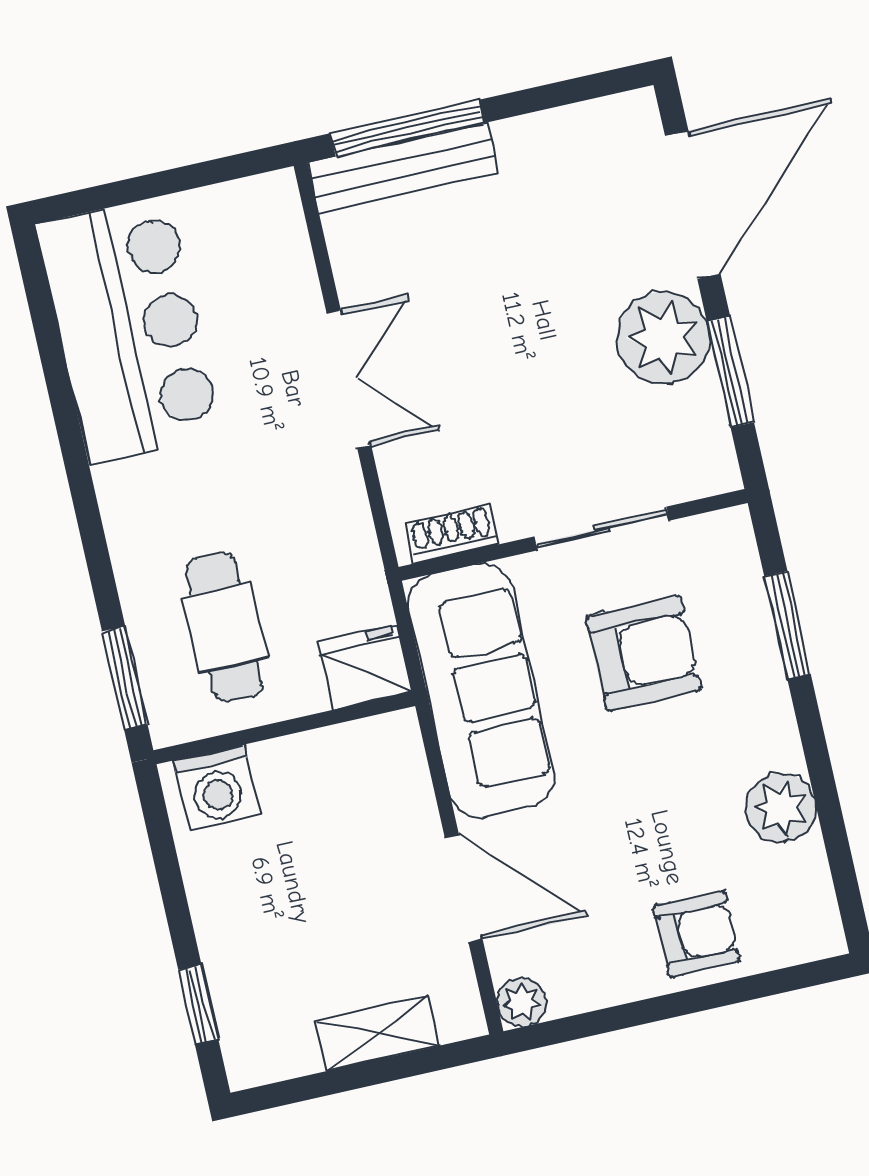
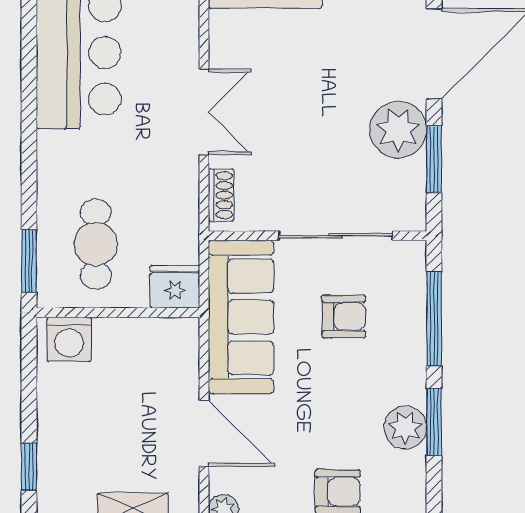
sliding door: (602, 528) -> (336, 236), width x1.37
shoe rack: (452, 534) -> (221, 195), moved, turned 90
window: (787, 625) -> (434, 319), width x1.44
armchair: (643, 654) -> (344, 317), width x0.72, depth x0.72
window: (824, 788) -> (434, 422), added

